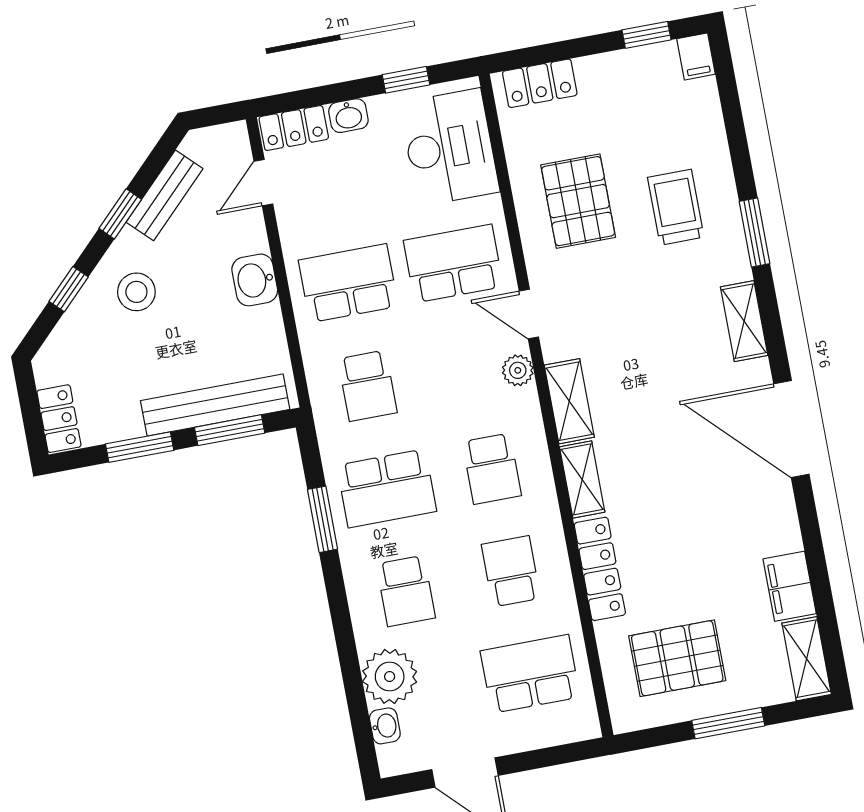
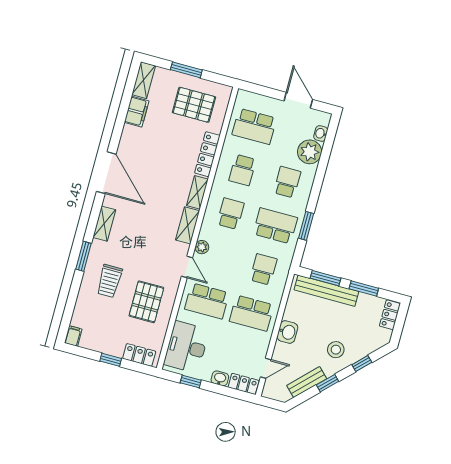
window: (647, 35) -> (111, 360), moved

